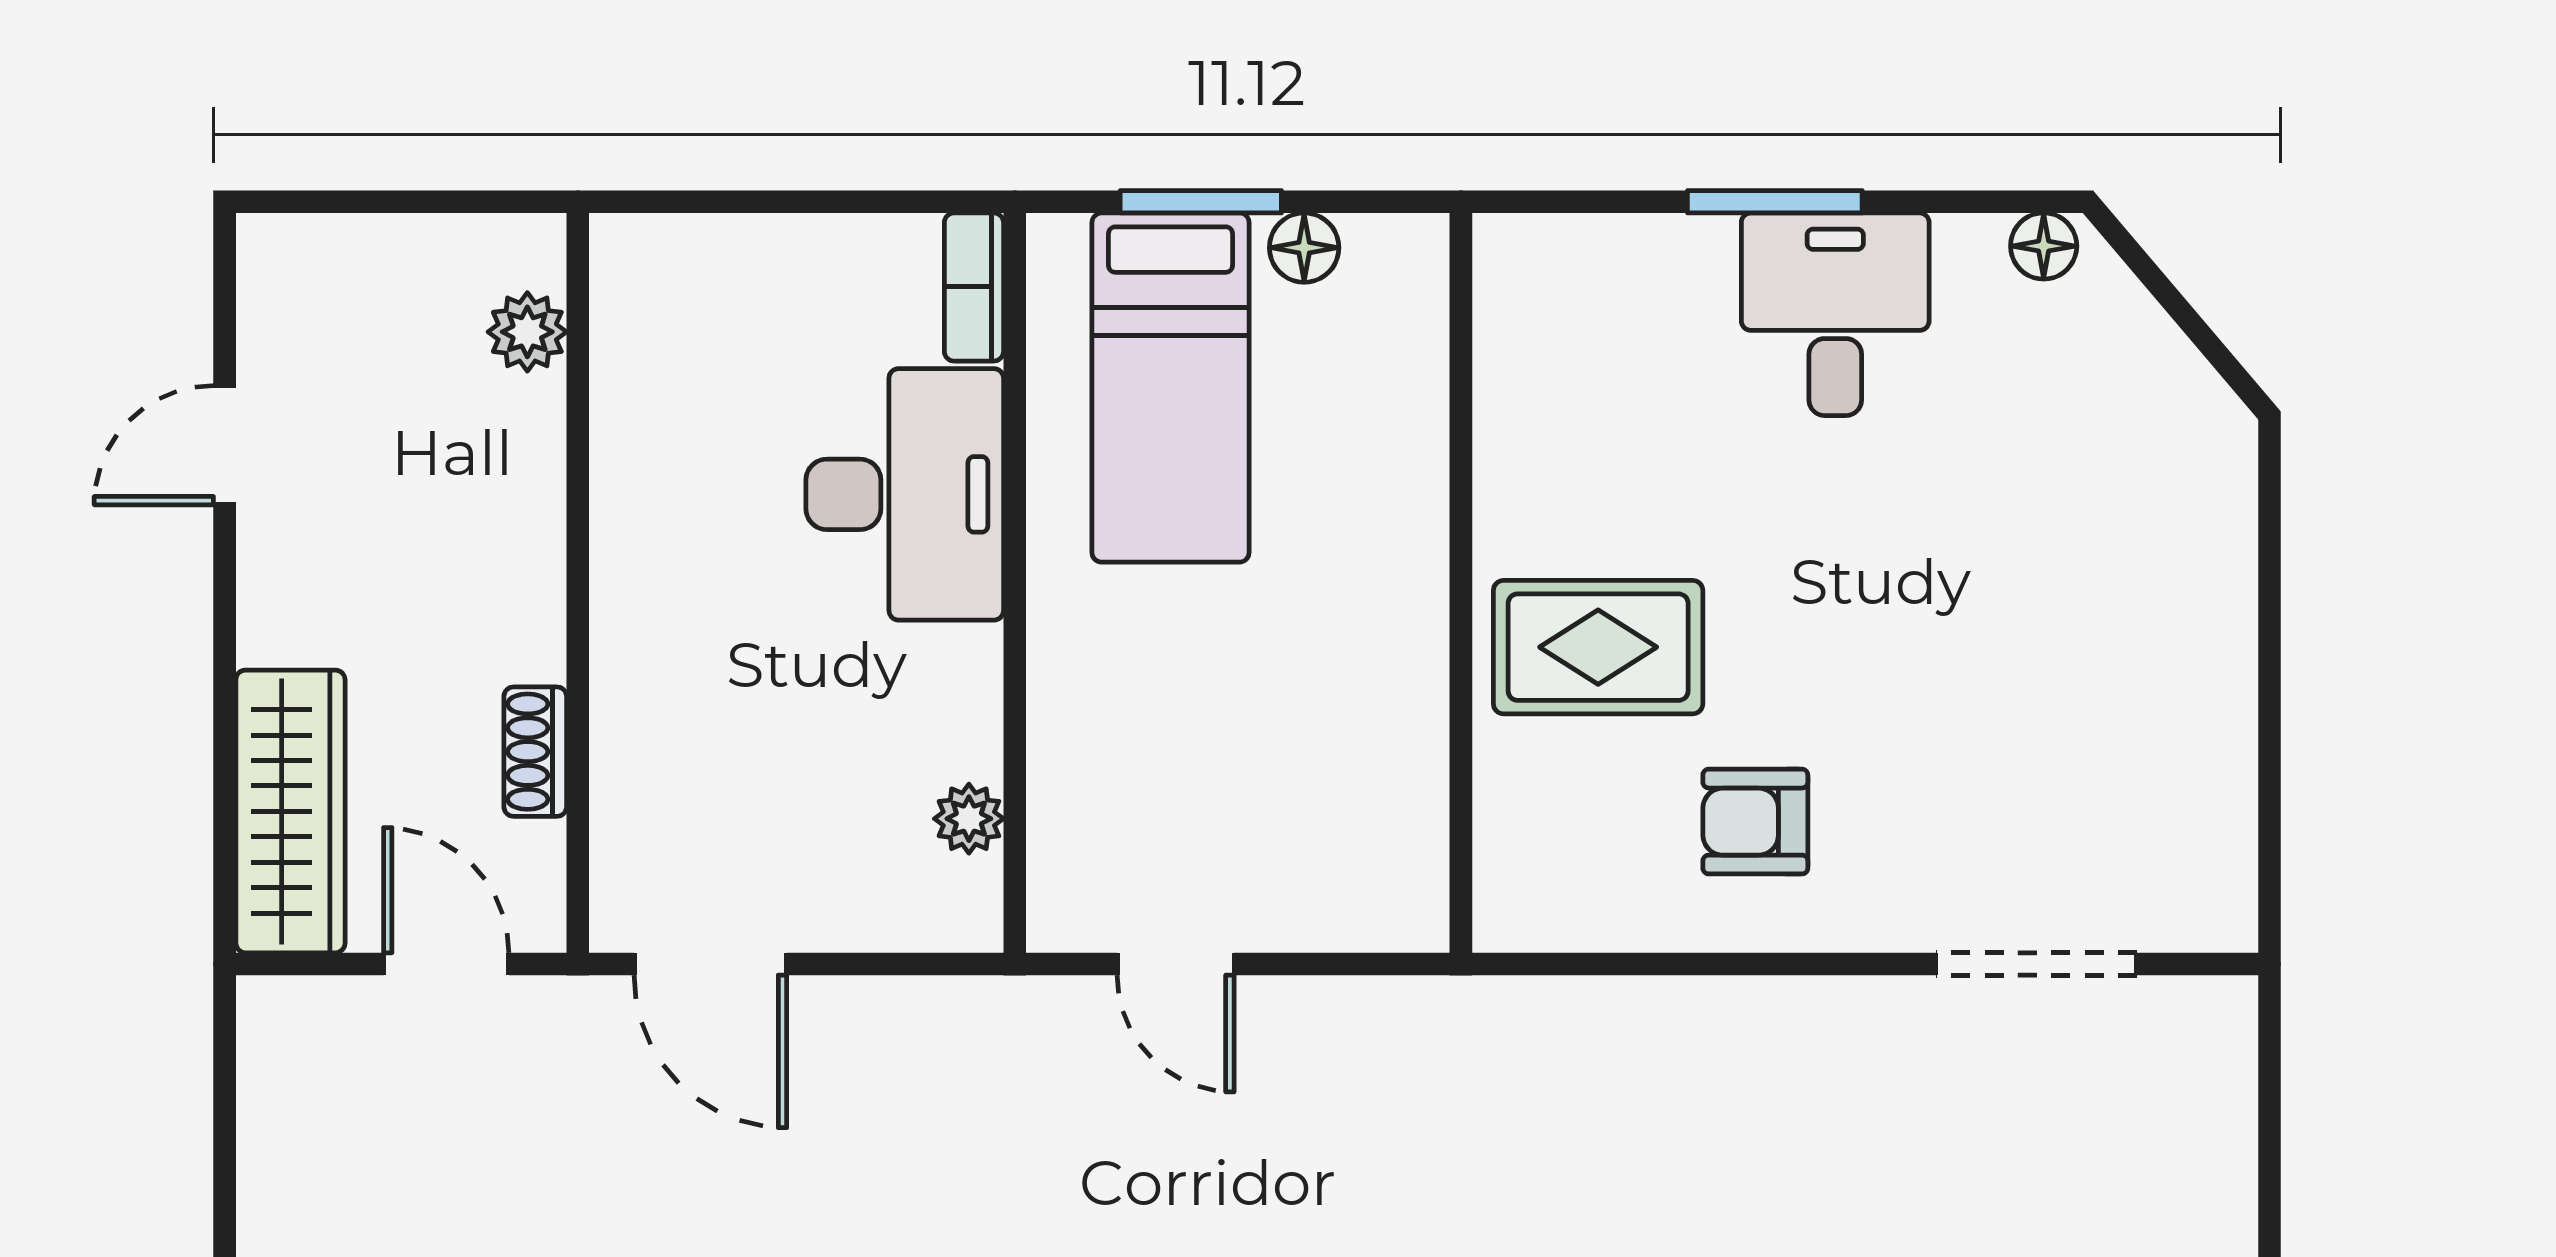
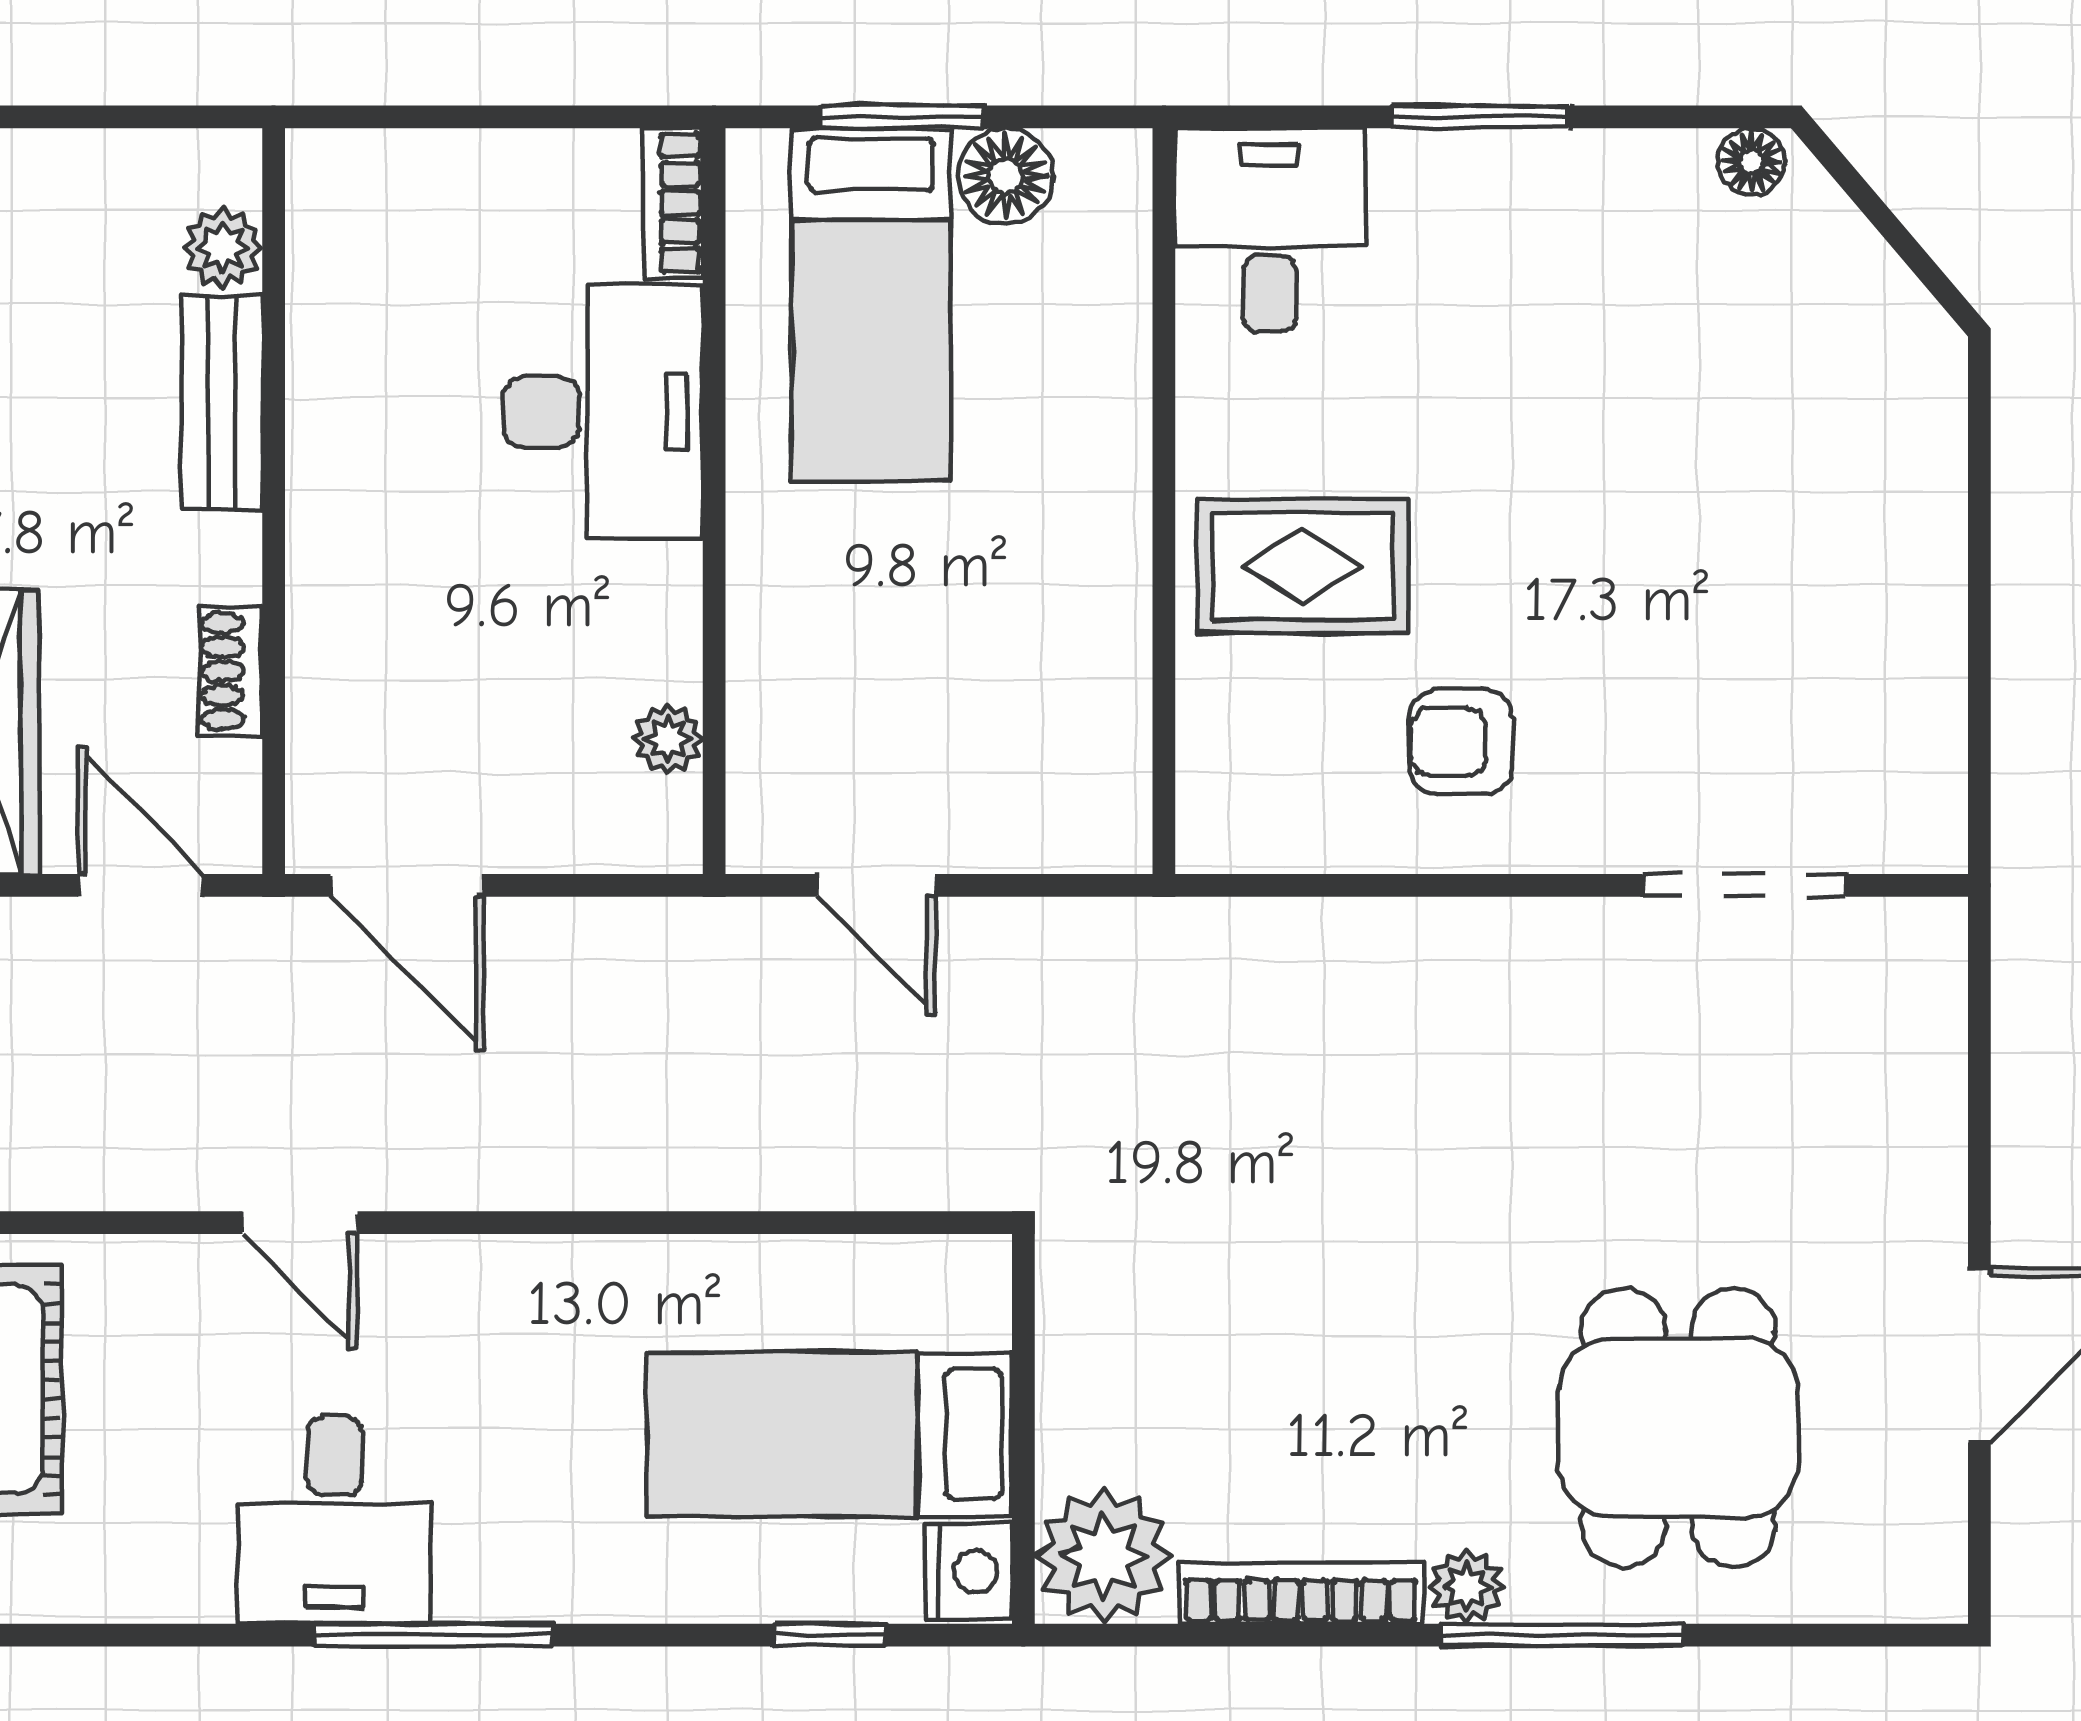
floor lamp: (1304, 248) -> (1006, 176), width x1.37, depth x1.37
desk: (1835, 314) -> (1270, 230), moved
bench: (526, 484) -> (222, 402), added

